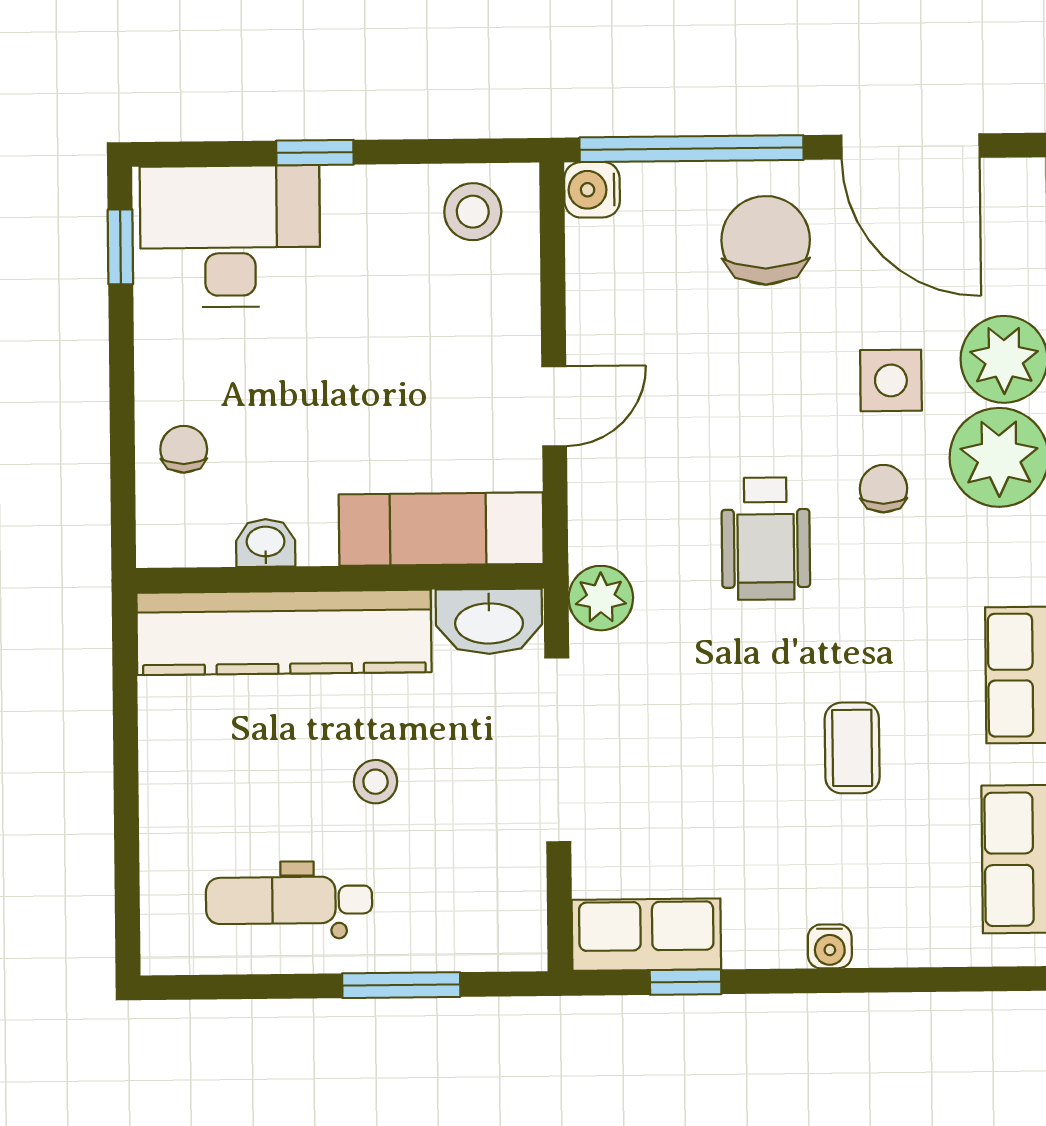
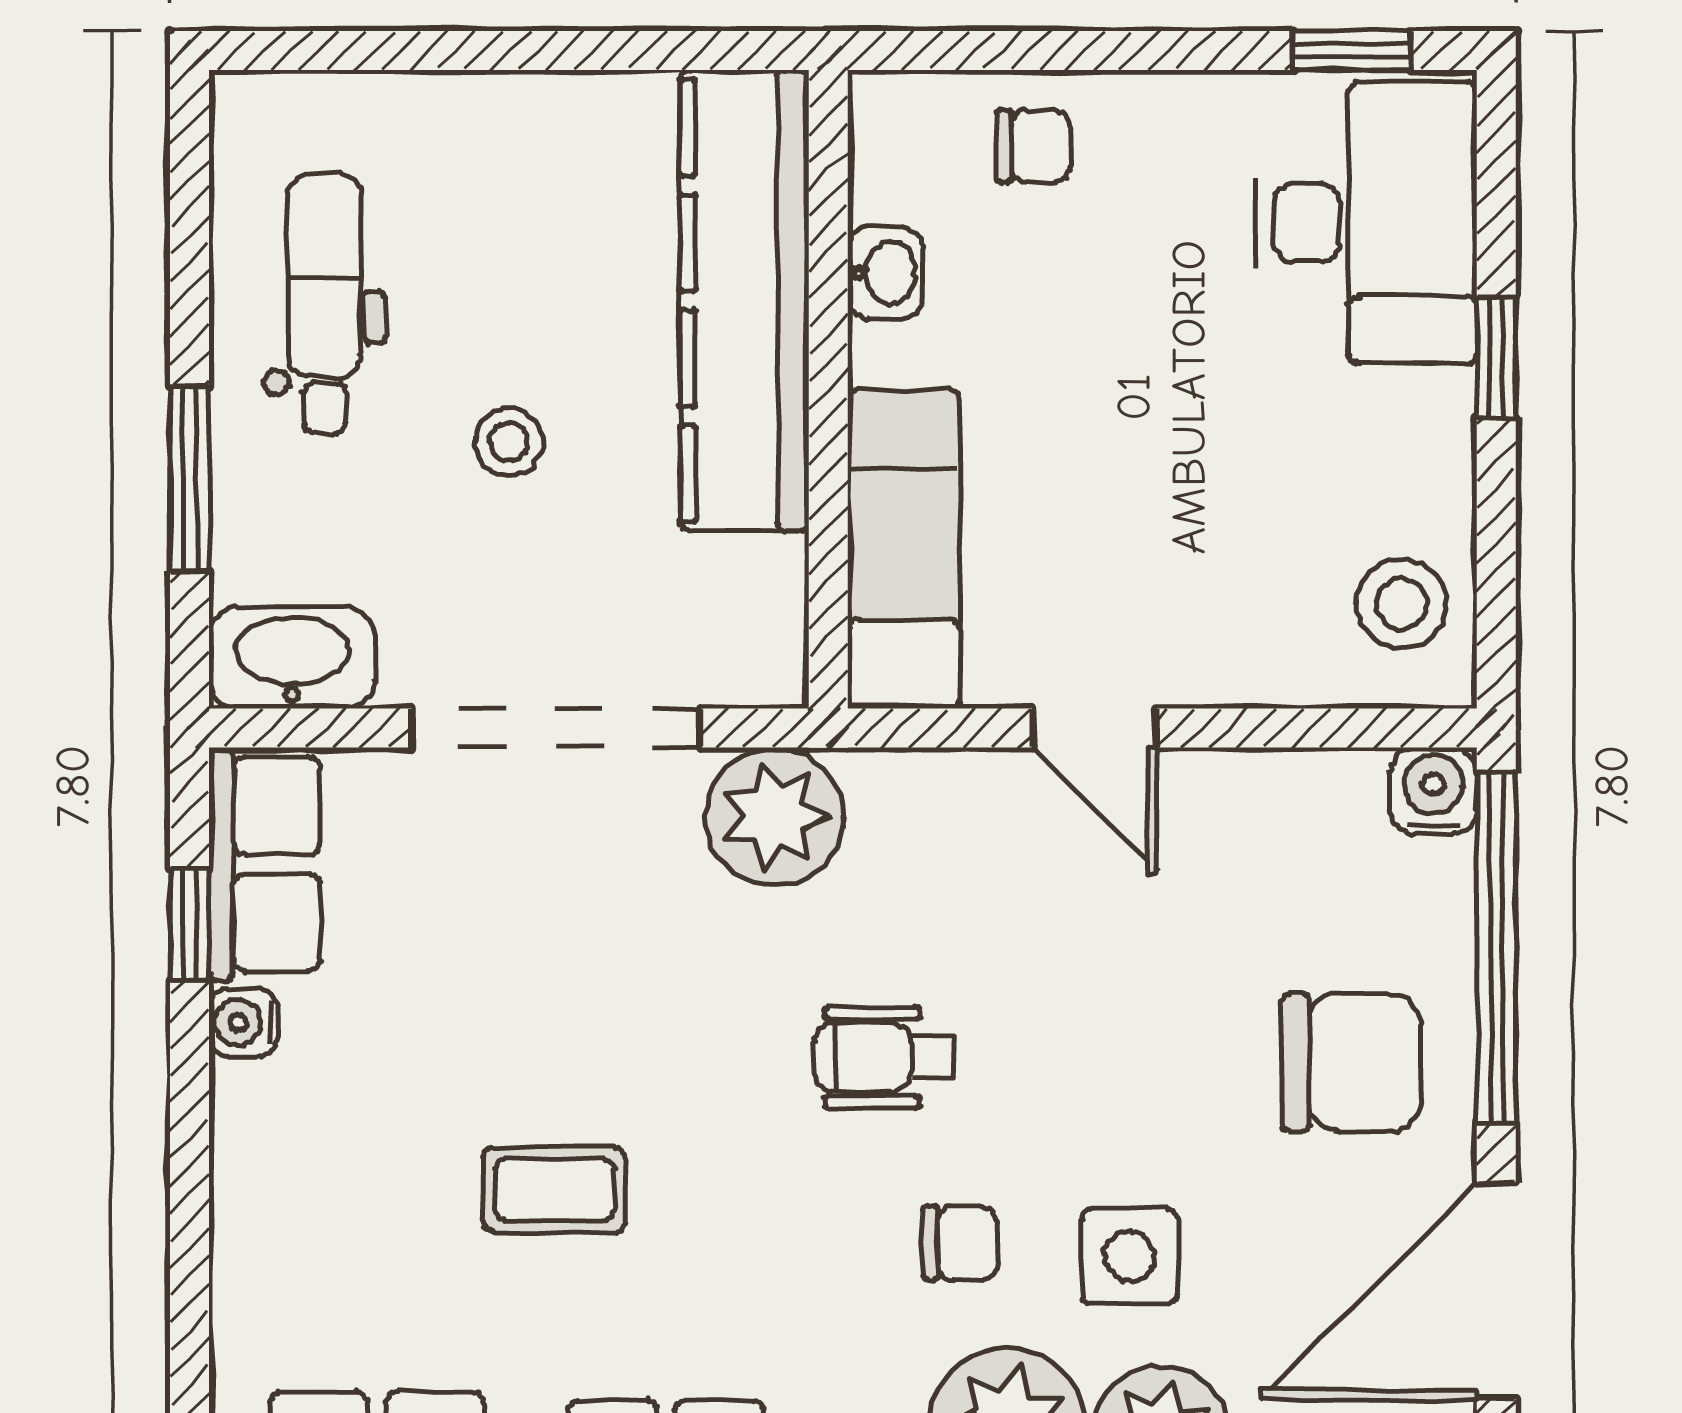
wheelchair: (766, 539) -> (884, 1058), width x0.73, depth x0.73
plant: (601, 598) -> (775, 816), width x1.36, depth x1.36
washbasin: (489, 622) -> (292, 658), moved, turned 90
water cooler: (830, 946) -> (243, 1022), moved

